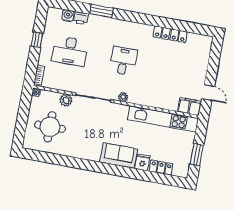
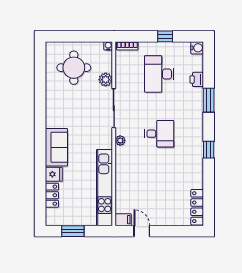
water cooler: (68, 16) -> (197, 48), moved
window: (146, 19) -> (209, 150), added
locker: (170, 34) -> (197, 207), moved
door: (208, 92) -> (142, 231), swing flipped
filing cabinet: (189, 106) -> (123, 220), width x0.50

